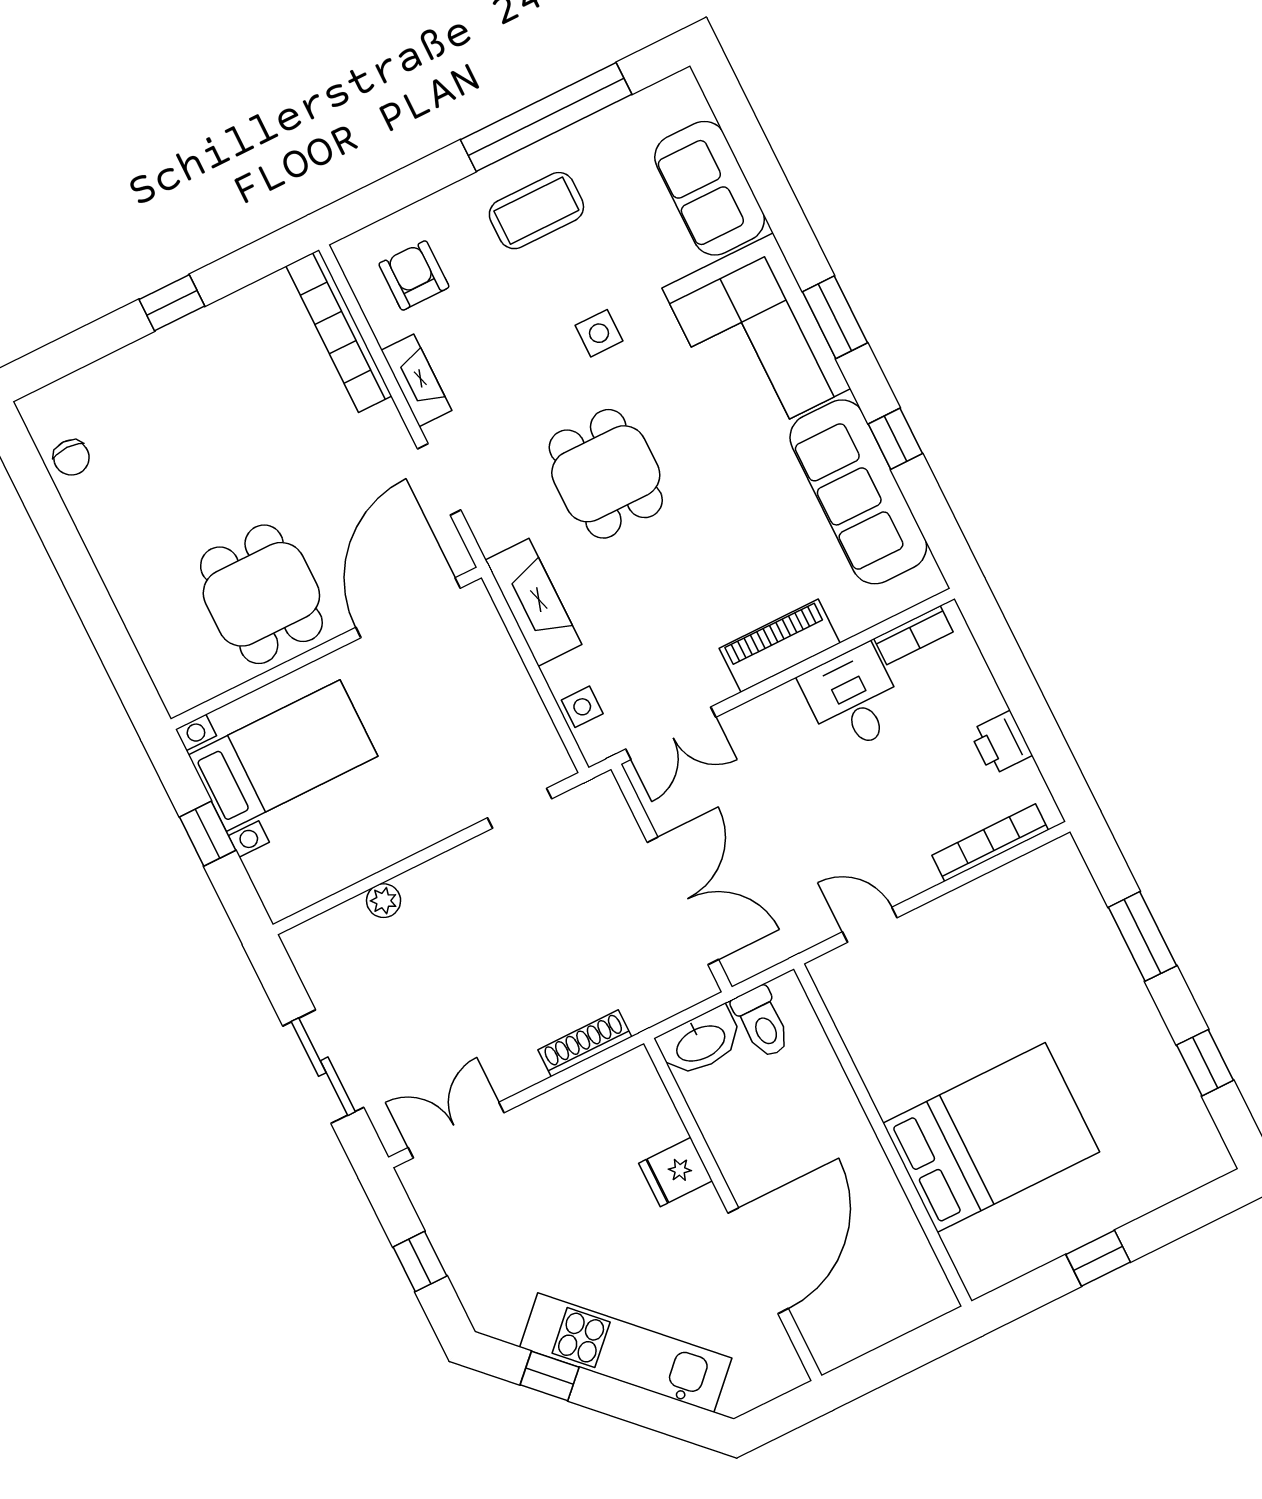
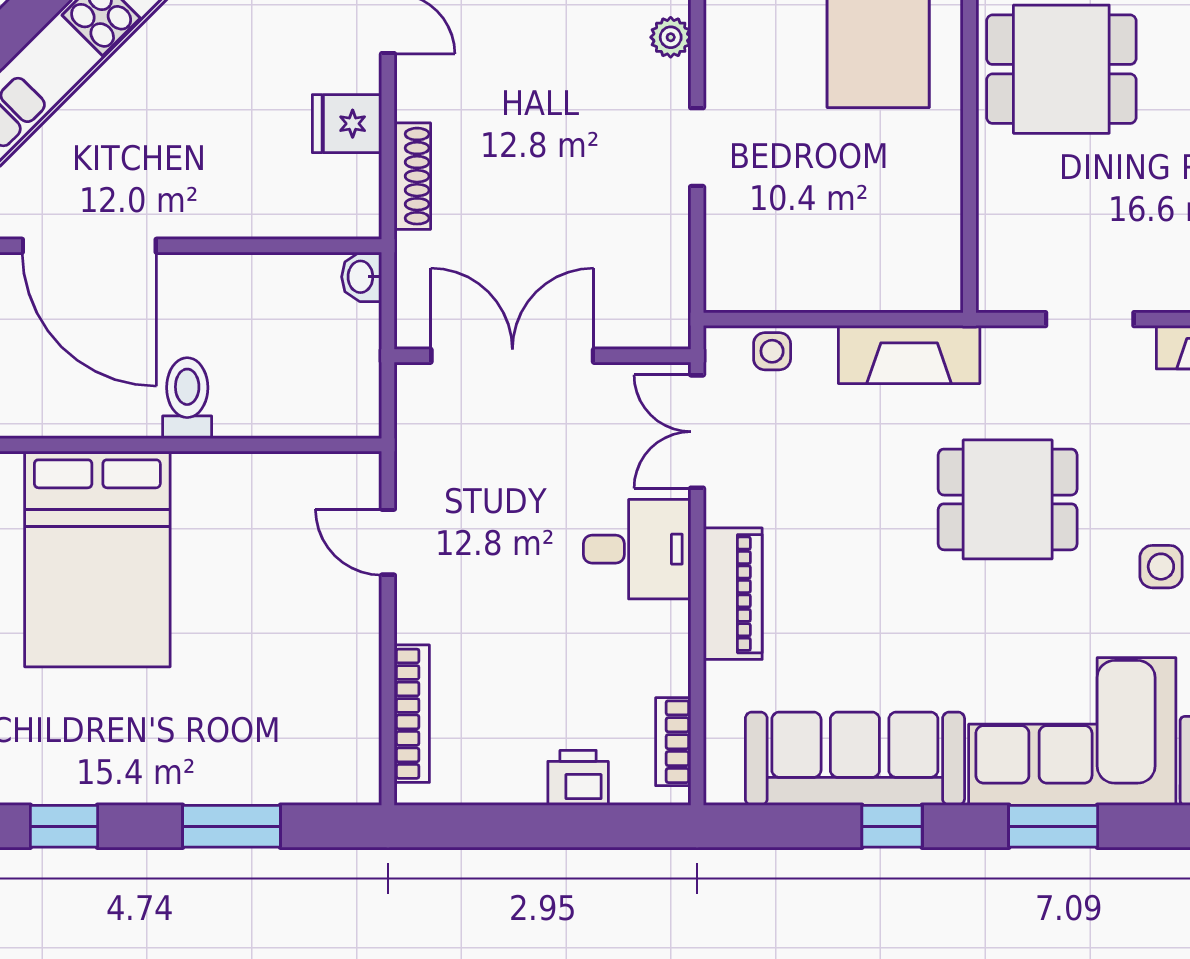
door: (408, 608) -> (970, 218), removed
desk: (853, 699) -> (637, 549), moved
printer: (1001, 743) -> (578, 778), moved
doorway: (520, 808) -> (697, 147), moved
double door: (683, 901) -> (512, 356), swing flipped
door: (870, 925) -> (388, 542), swing flipped
toilet: (762, 1022) -> (187, 398), moved, turned 90
washbasin: (700, 1042) -> (362, 277), width x0.52, depth x0.69
fridge: (676, 1172) -> (347, 124), moved, turned -90

